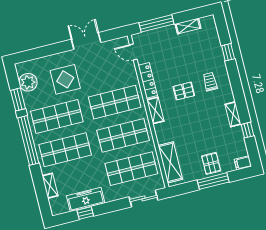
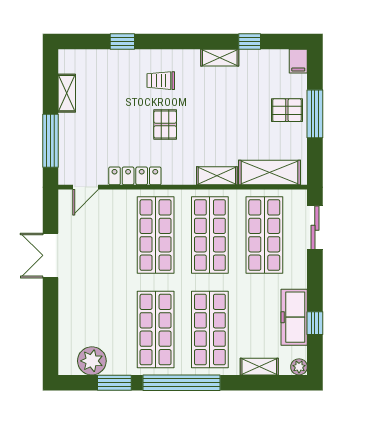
display table: (65, 79) -> (102, 302), removed
shelving: (155, 110) -> (217, 176), moved
plant: (56, 210) -> (299, 367), added

